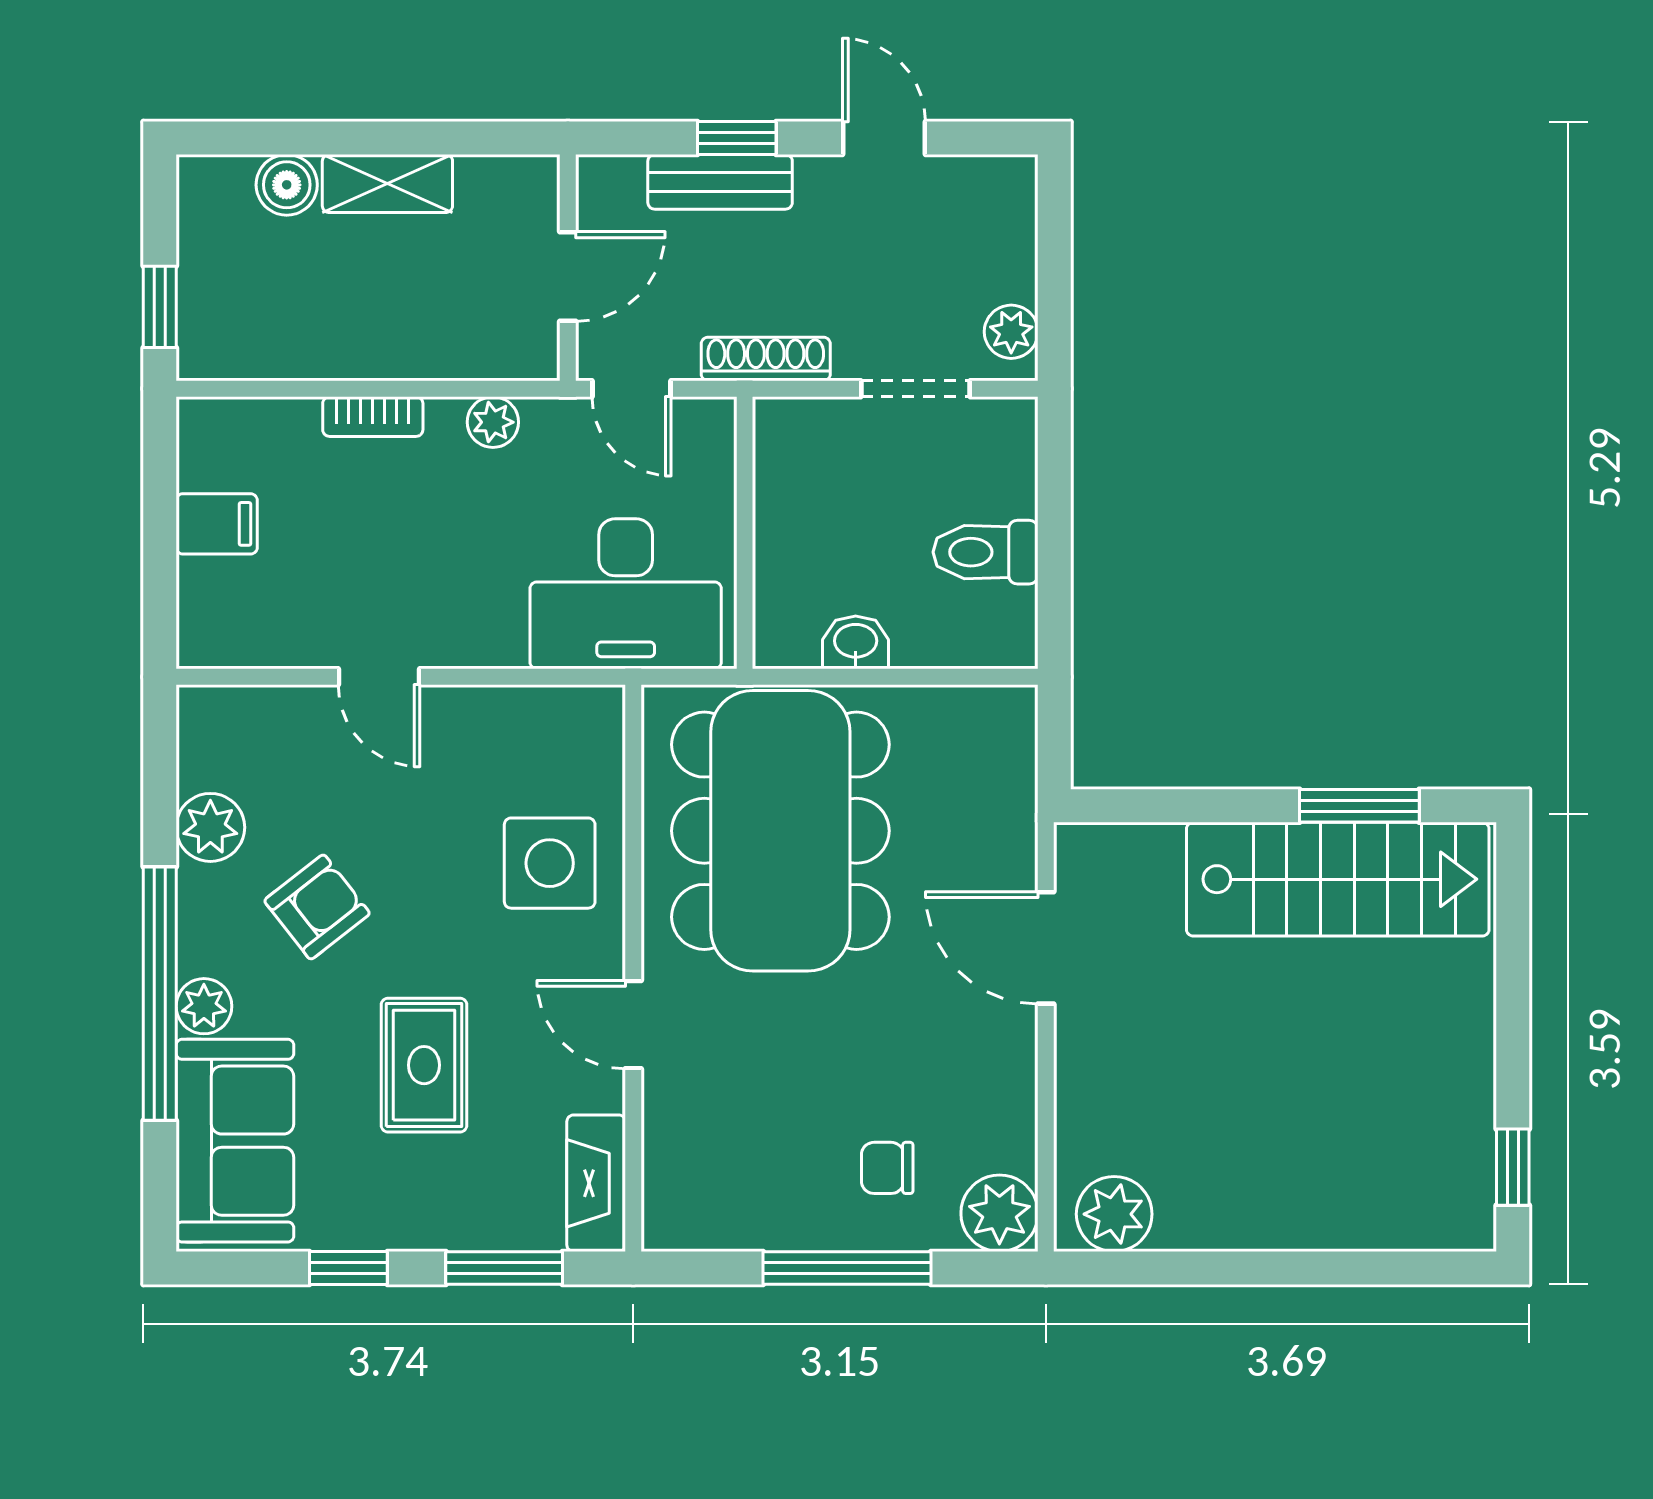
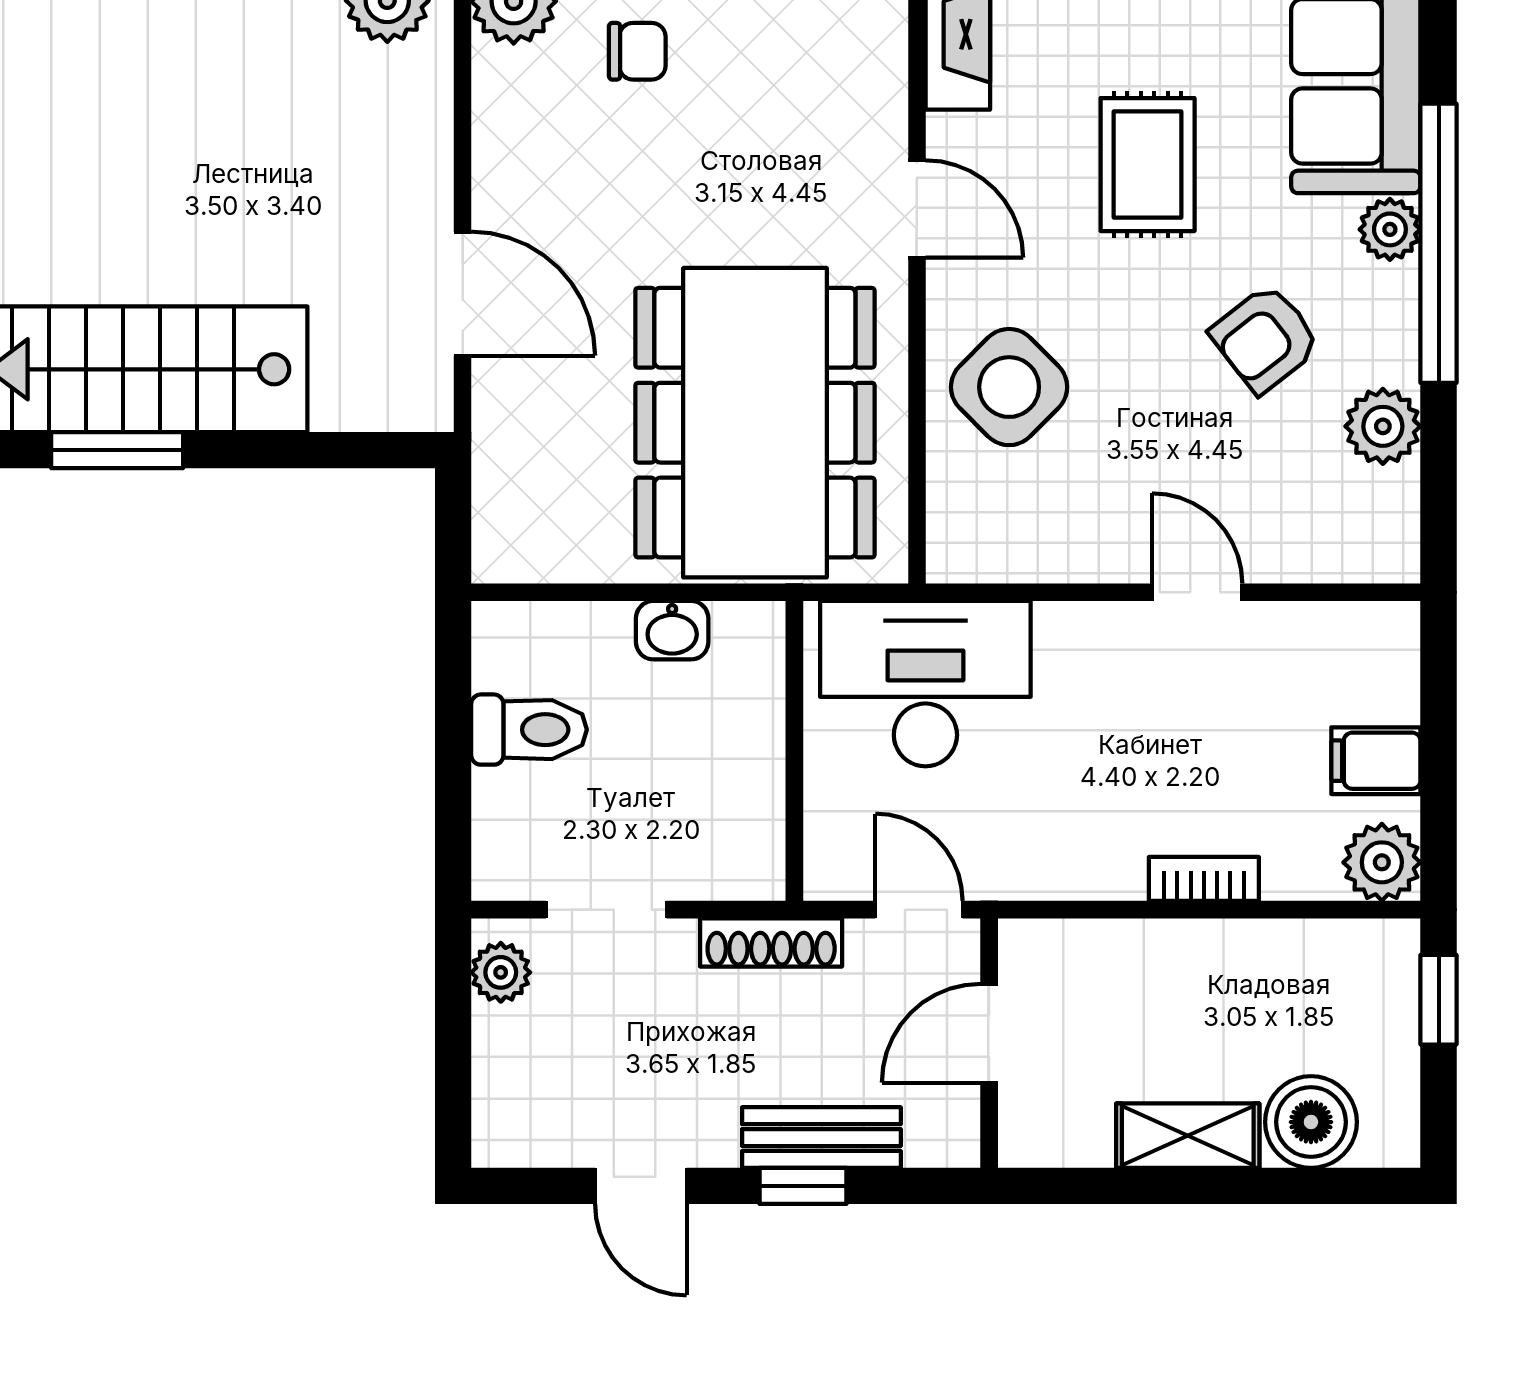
boiler: (287, 185) -> (1311, 1122), width x1.36, depth x1.36
plant: (493, 422) -> (1382, 862), moved, width x1.38, depth x1.38
side table: (550, 863) -> (1009, 387), turned 45

